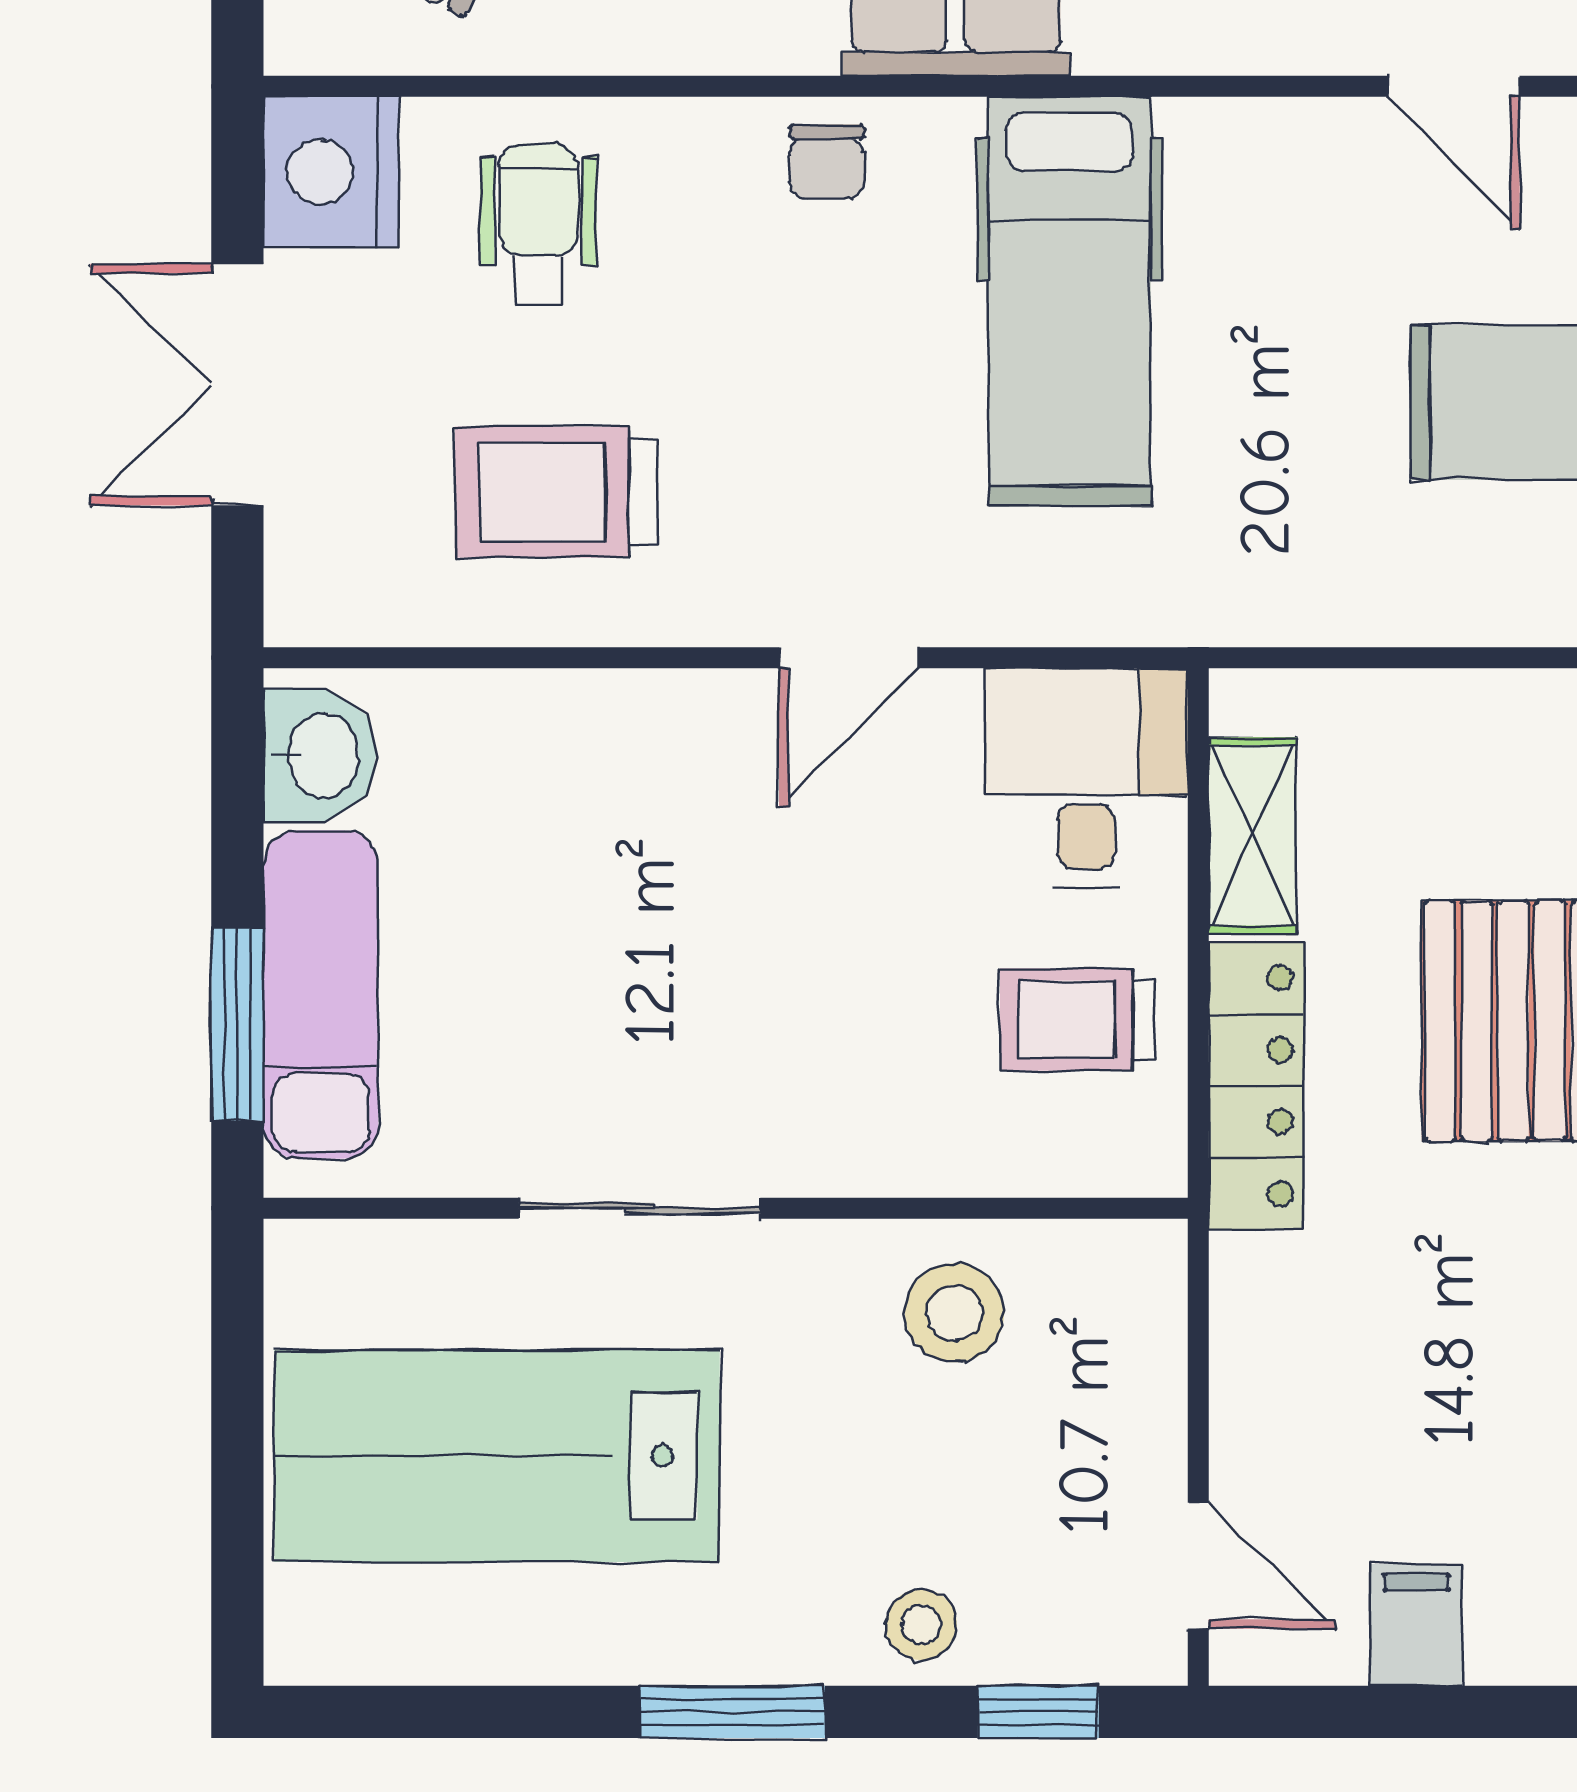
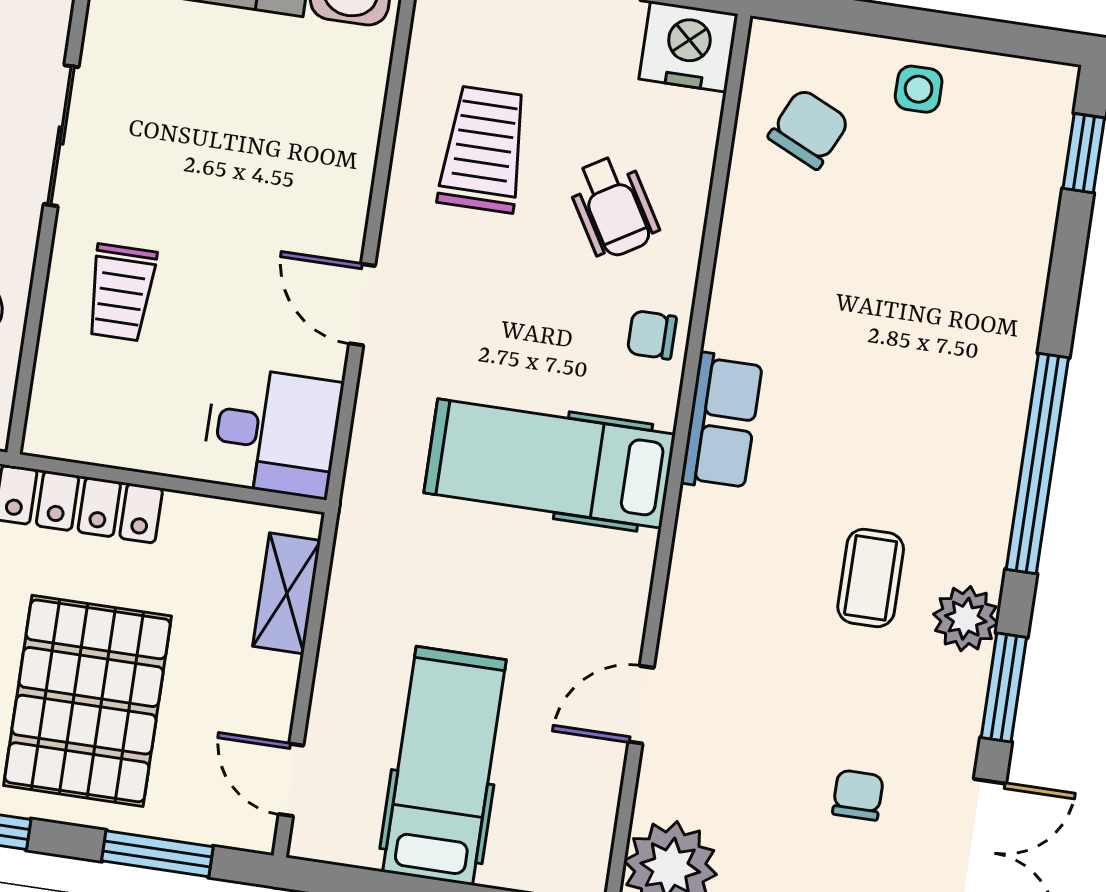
wheelchair: (538, 224) -> (613, 207), moved, turned 59
shelving: (1253, 835) -> (287, 593), moved, turned 90
trolley: (1077, 1020) -> (121, 292), moved, turned 180

